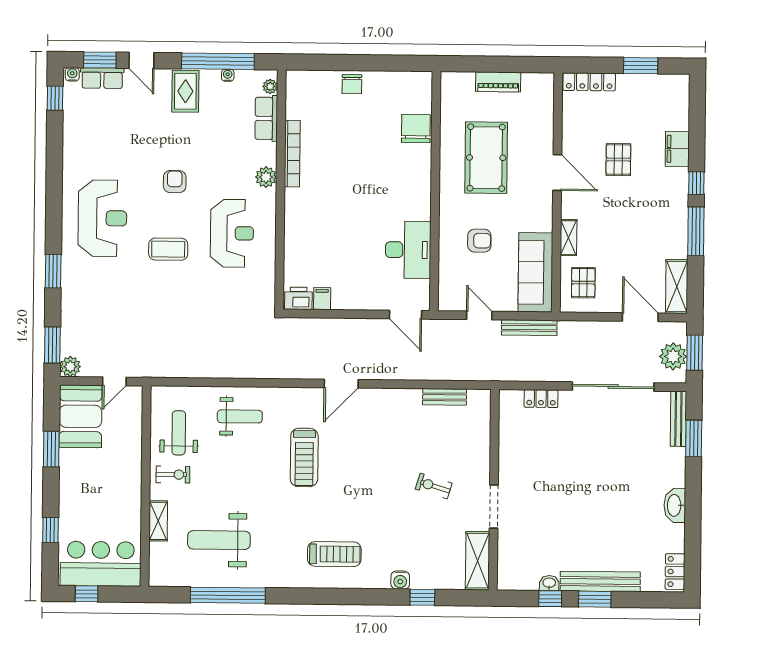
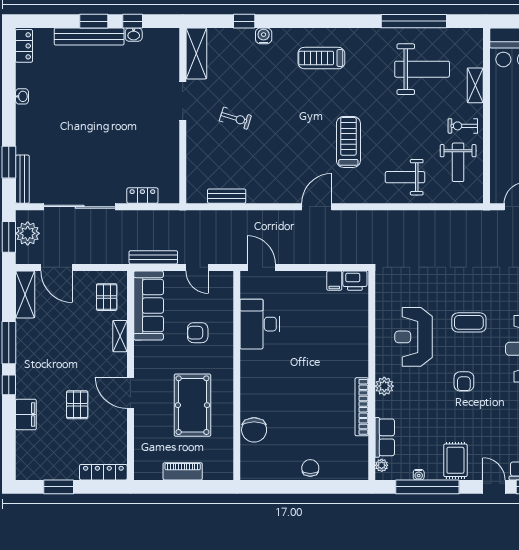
washbasin: (675, 505) -> (22, 96), width x0.52, depth x0.69

